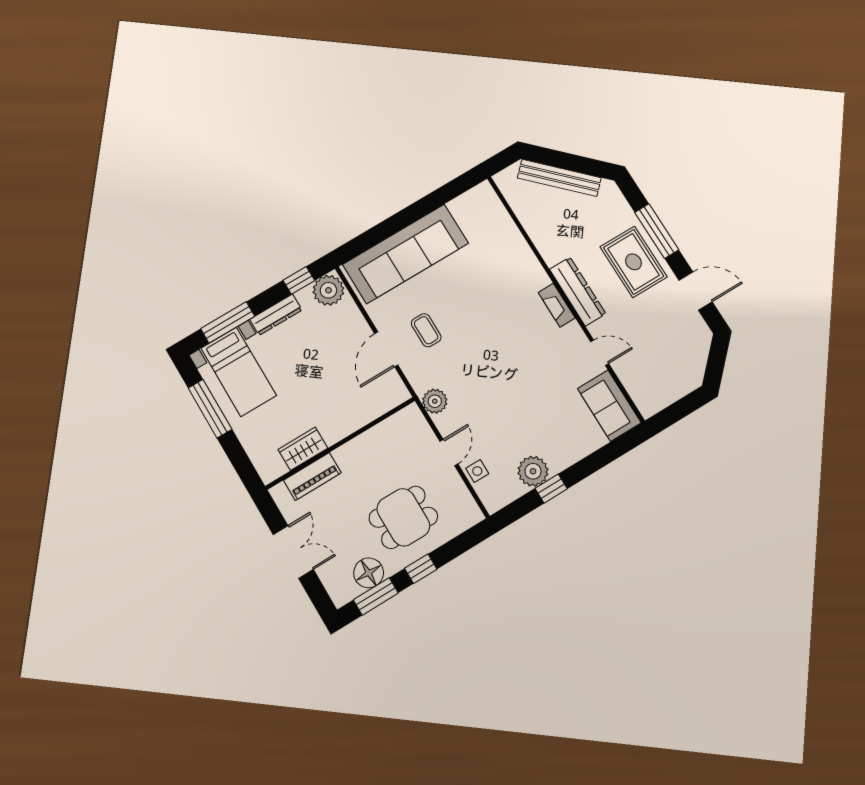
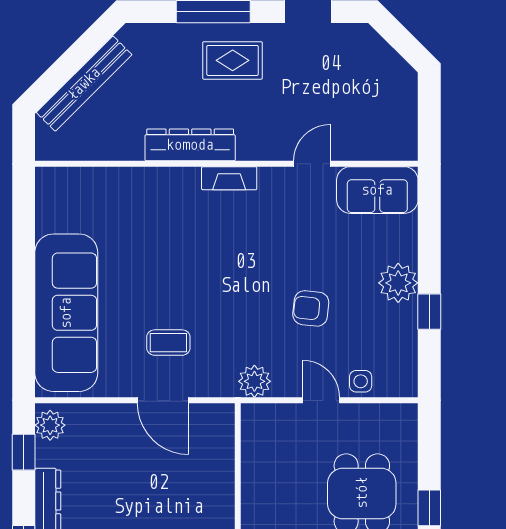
rug: (634, 262) -> (233, 60), width x0.73, depth x0.70
plant: (328, 290) -> (50, 425), width x0.73, depth x0.73
dresser: (578, 291) -> (190, 145), moved
armchair: (505, 409) -> (311, 308), added
plant: (533, 471) -> (398, 283), moved

